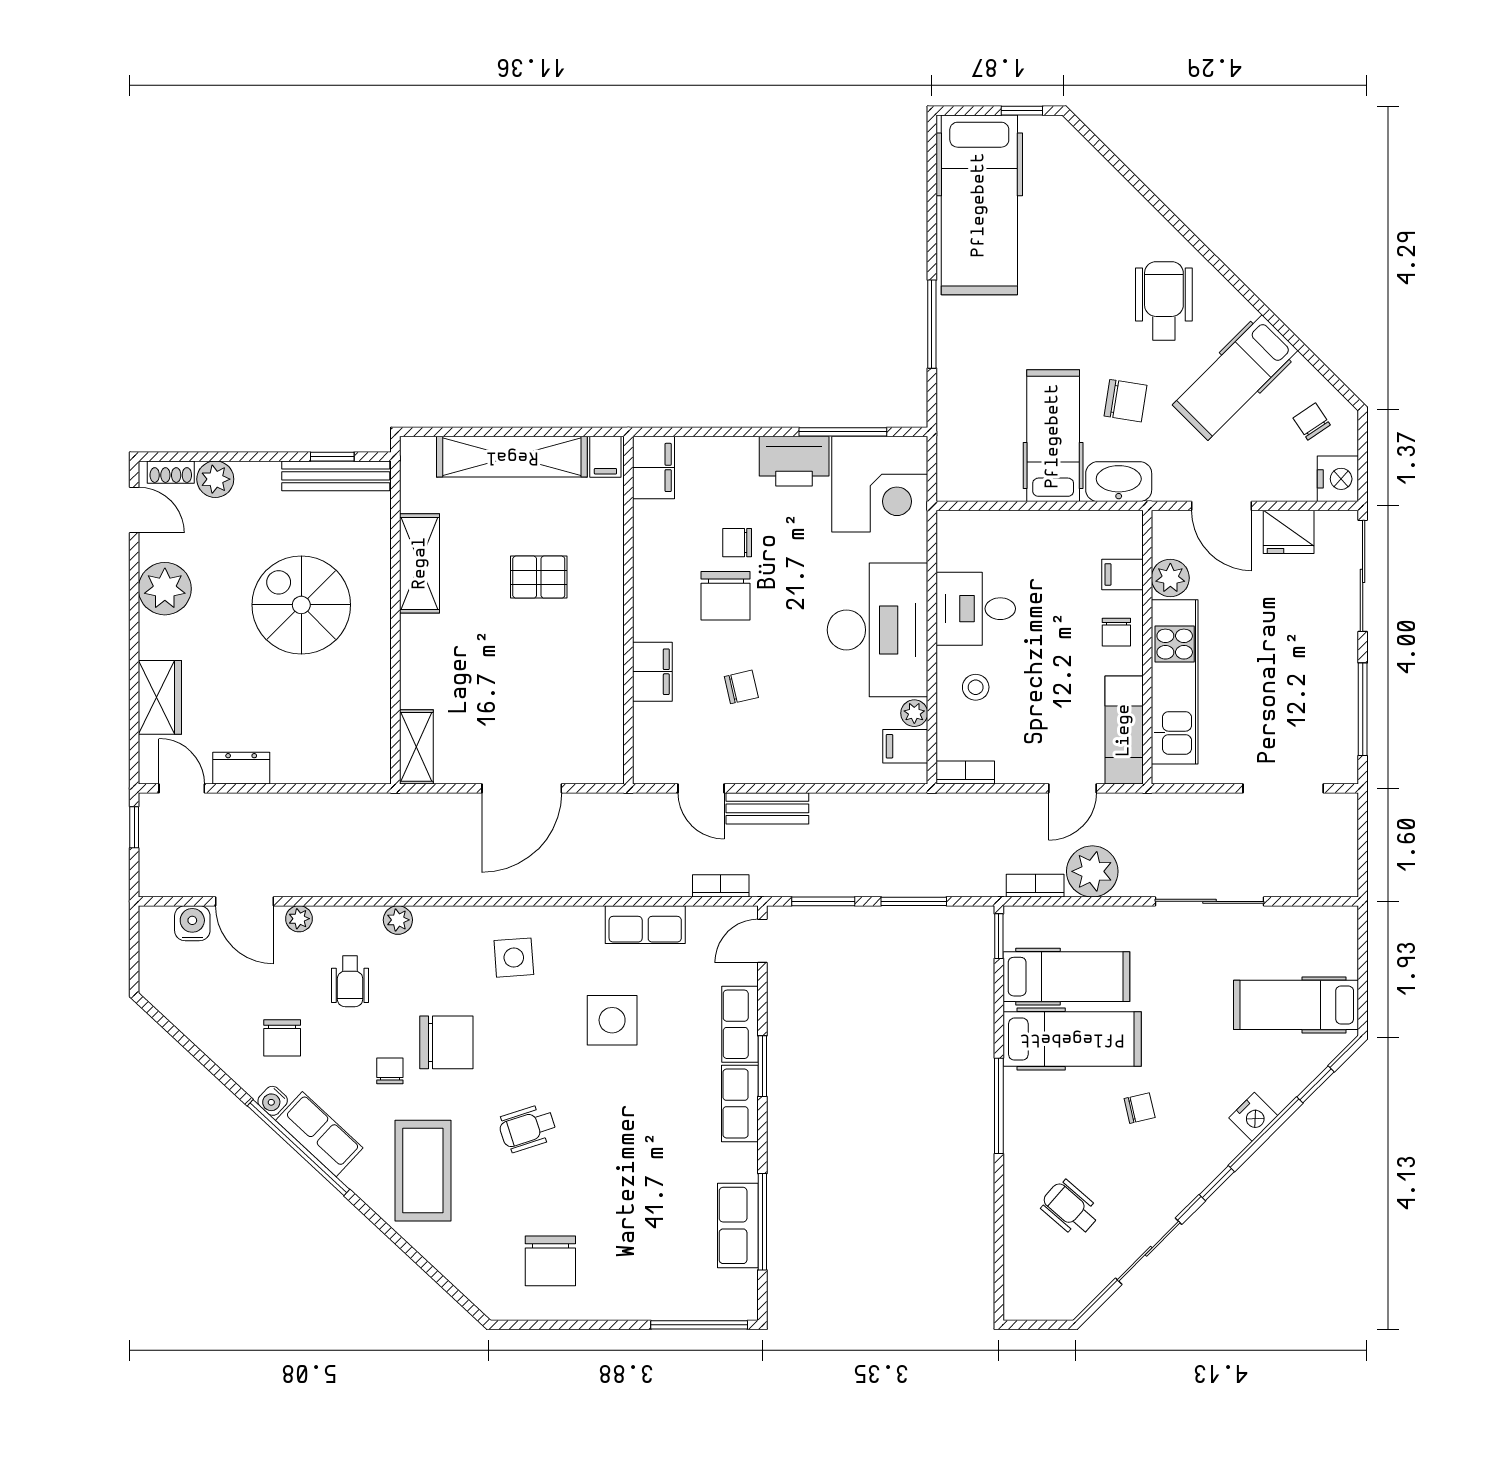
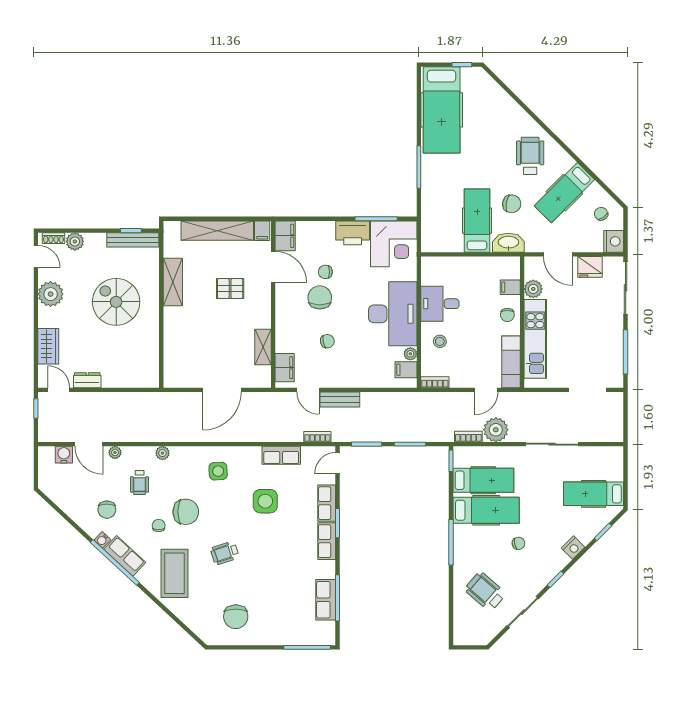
door: (628, 532) -> (273, 267), added
chair: (726, 596) -> (320, 297), turned 180
filing cabinet: (652, 672) -> (285, 368), moved
shelving: (416, 747) -> (263, 347), moved
wheelchair: (1070, 1208) -> (485, 592), width x1.36, depth x1.37

